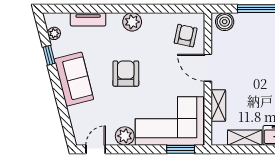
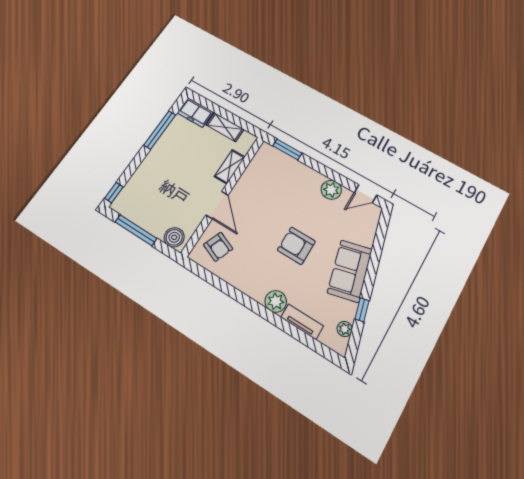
plant: (132, 22) -> (276, 301), moved
armchair: (186, 36) -> (218, 247), turned -80
armchair: (126, 74) -> (296, 246), turned 90
corner sofa: (169, 121) -> (282, 179), removed

